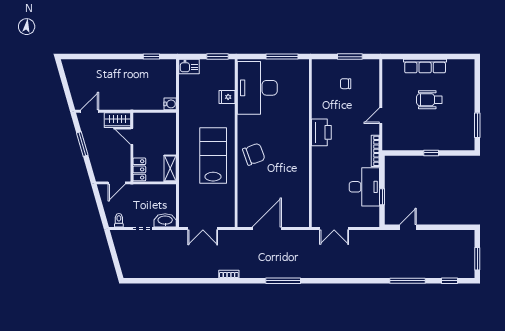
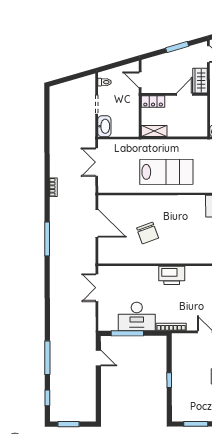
printer: (321, 132) -> (172, 275), moved
chair: (254, 154) -> (148, 233), moved
window: (382, 197) -> (127, 333), width x2.17

